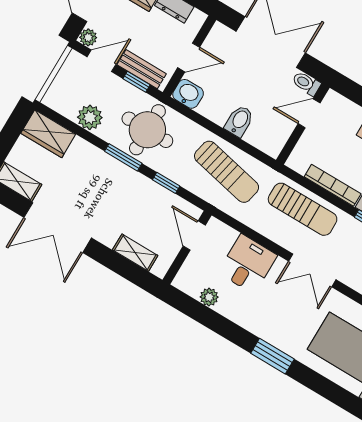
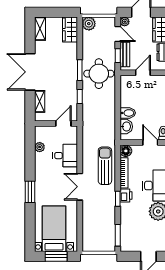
door: (189, 57) -> (143, 73), swing flipped
washbasin: (188, 94) -> (126, 127), moved
plant: (90, 117) -> (89, 24), moved
floor lamp: (299, 161) -> (126, 151), added
sun lounger: (227, 172) -> (101, 121), removed
sun lounger: (303, 209) -> (105, 166), turned 180
double door: (58, 228) -> (30, 72), moved

